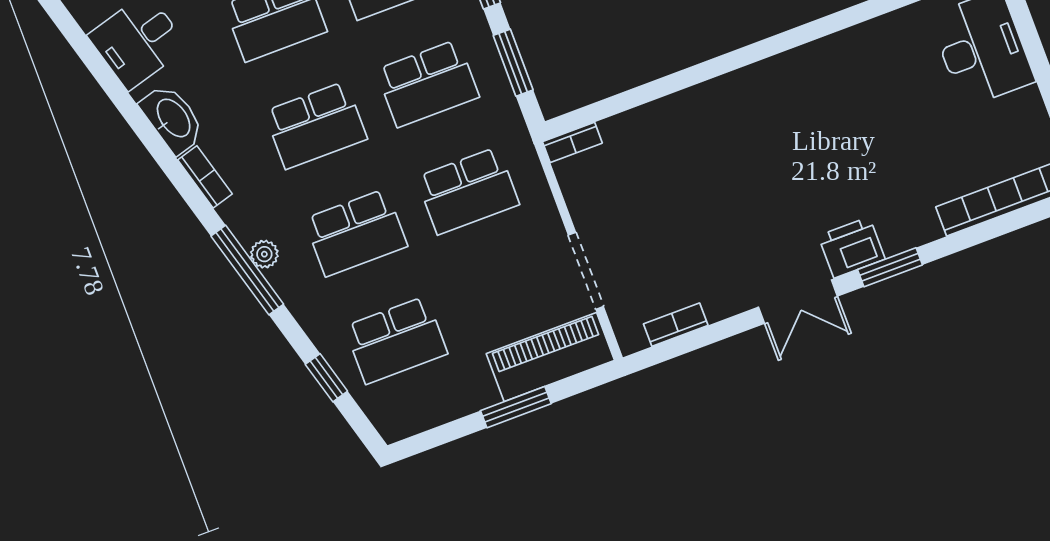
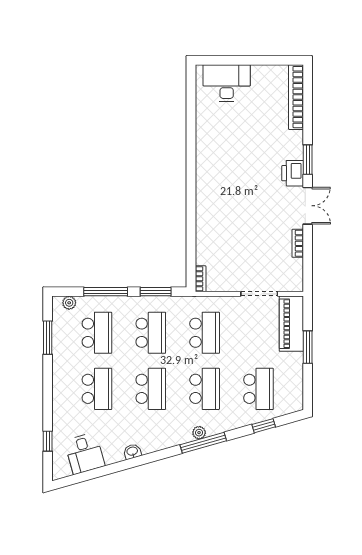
washbasin: (173, 119) -> (132, 451), width x0.52, depth x0.69
bookcase: (205, 177) -> (155, 446), removed
bookcase: (676, 325) -> (298, 243), moved

